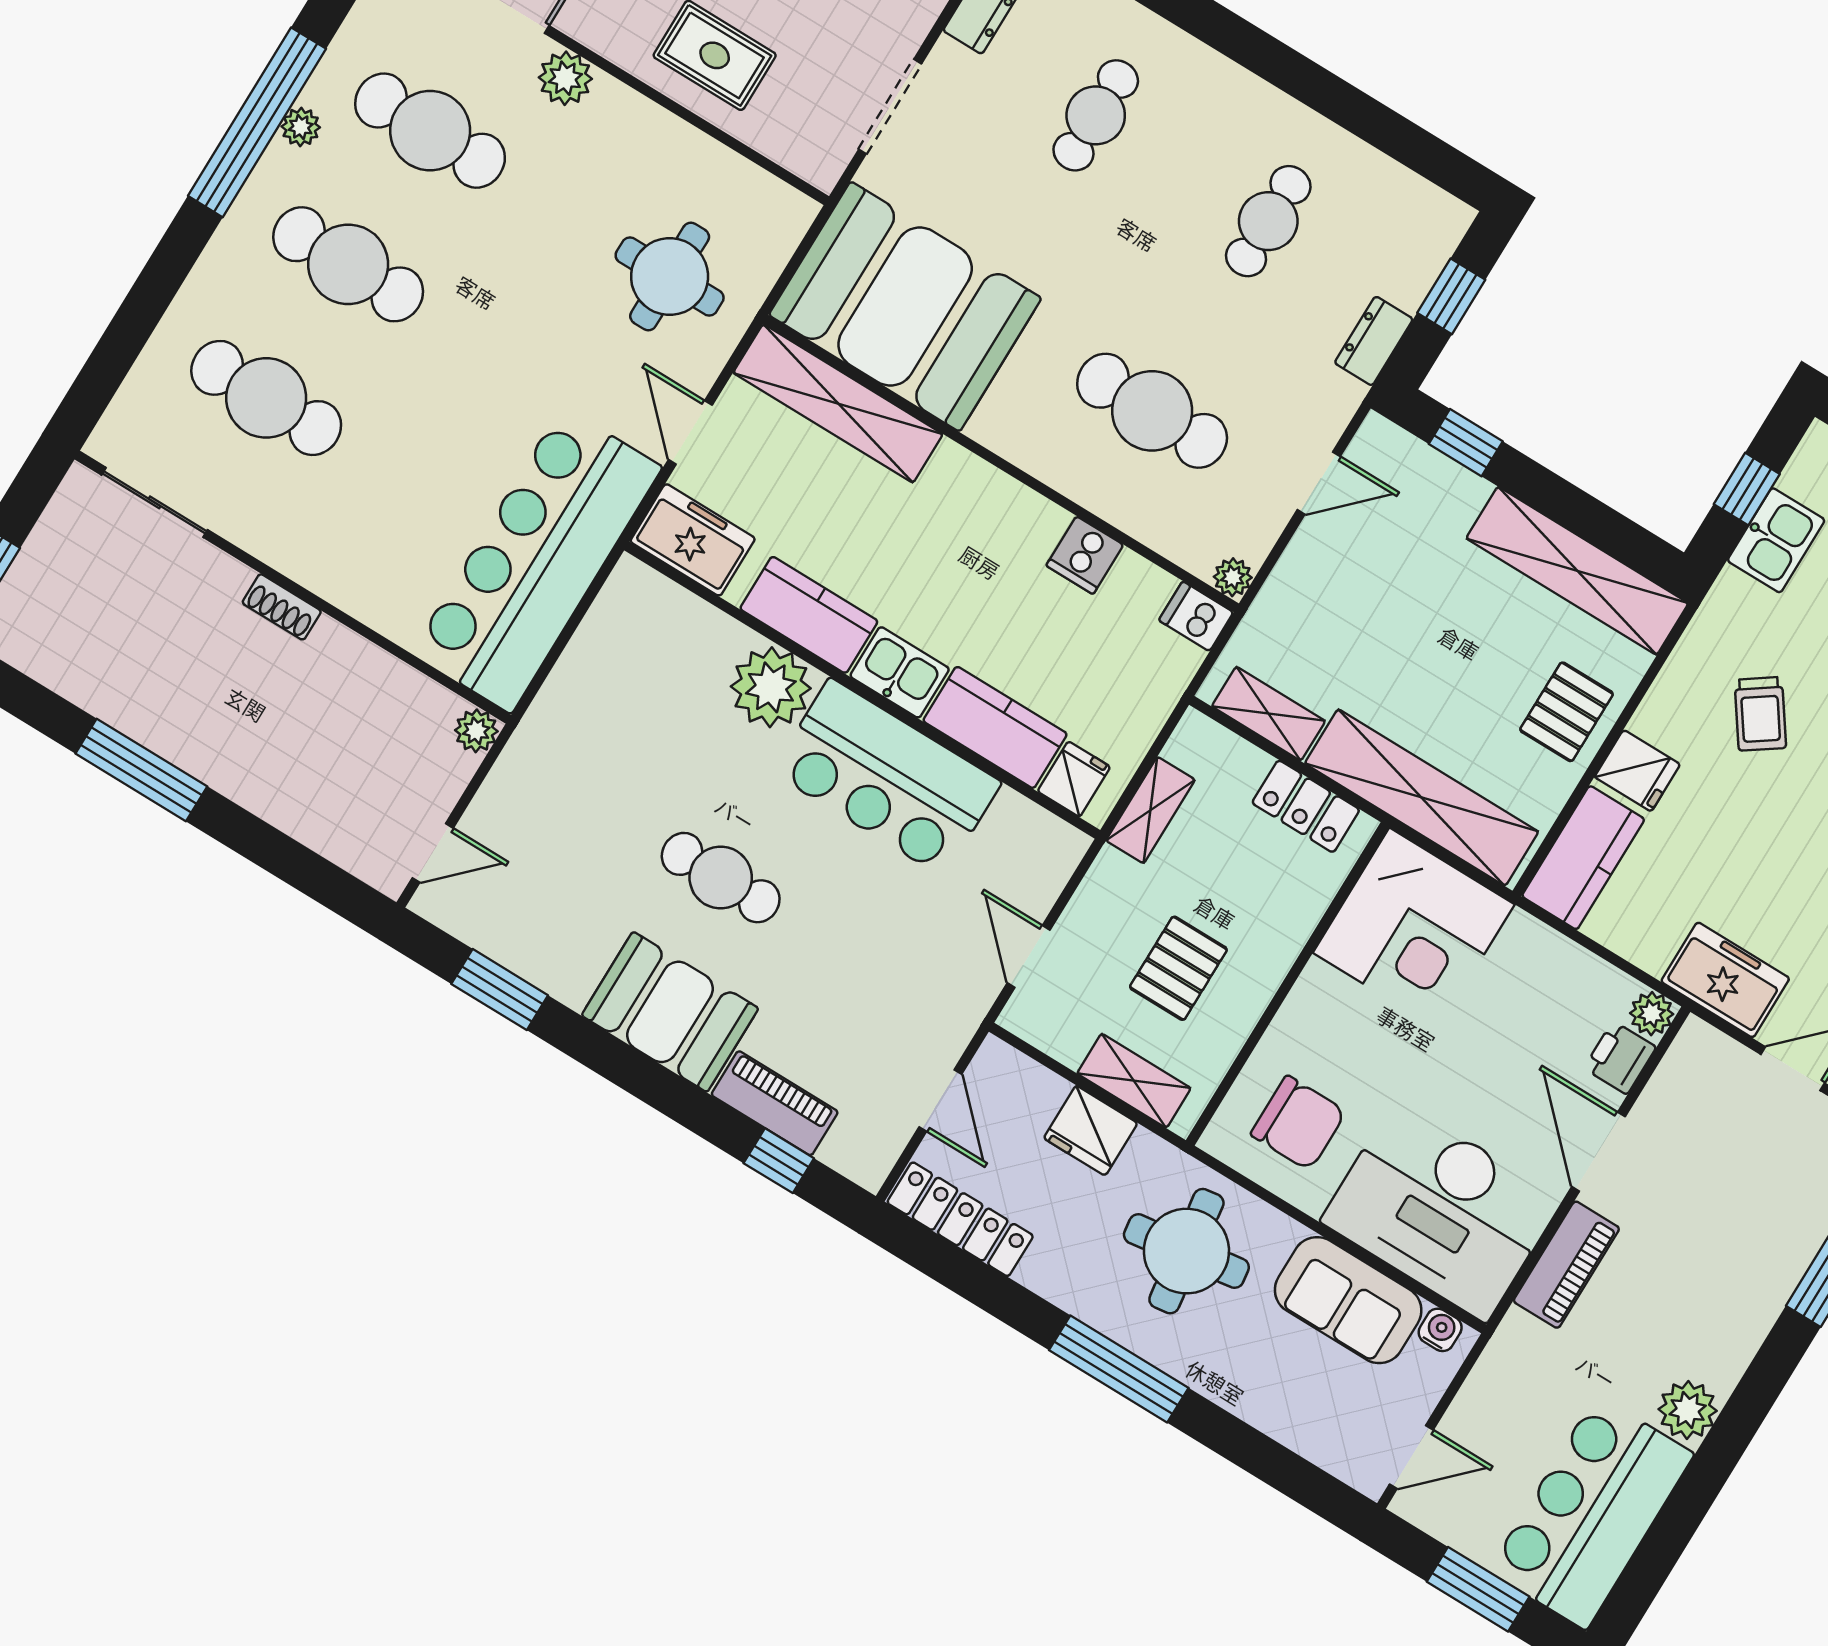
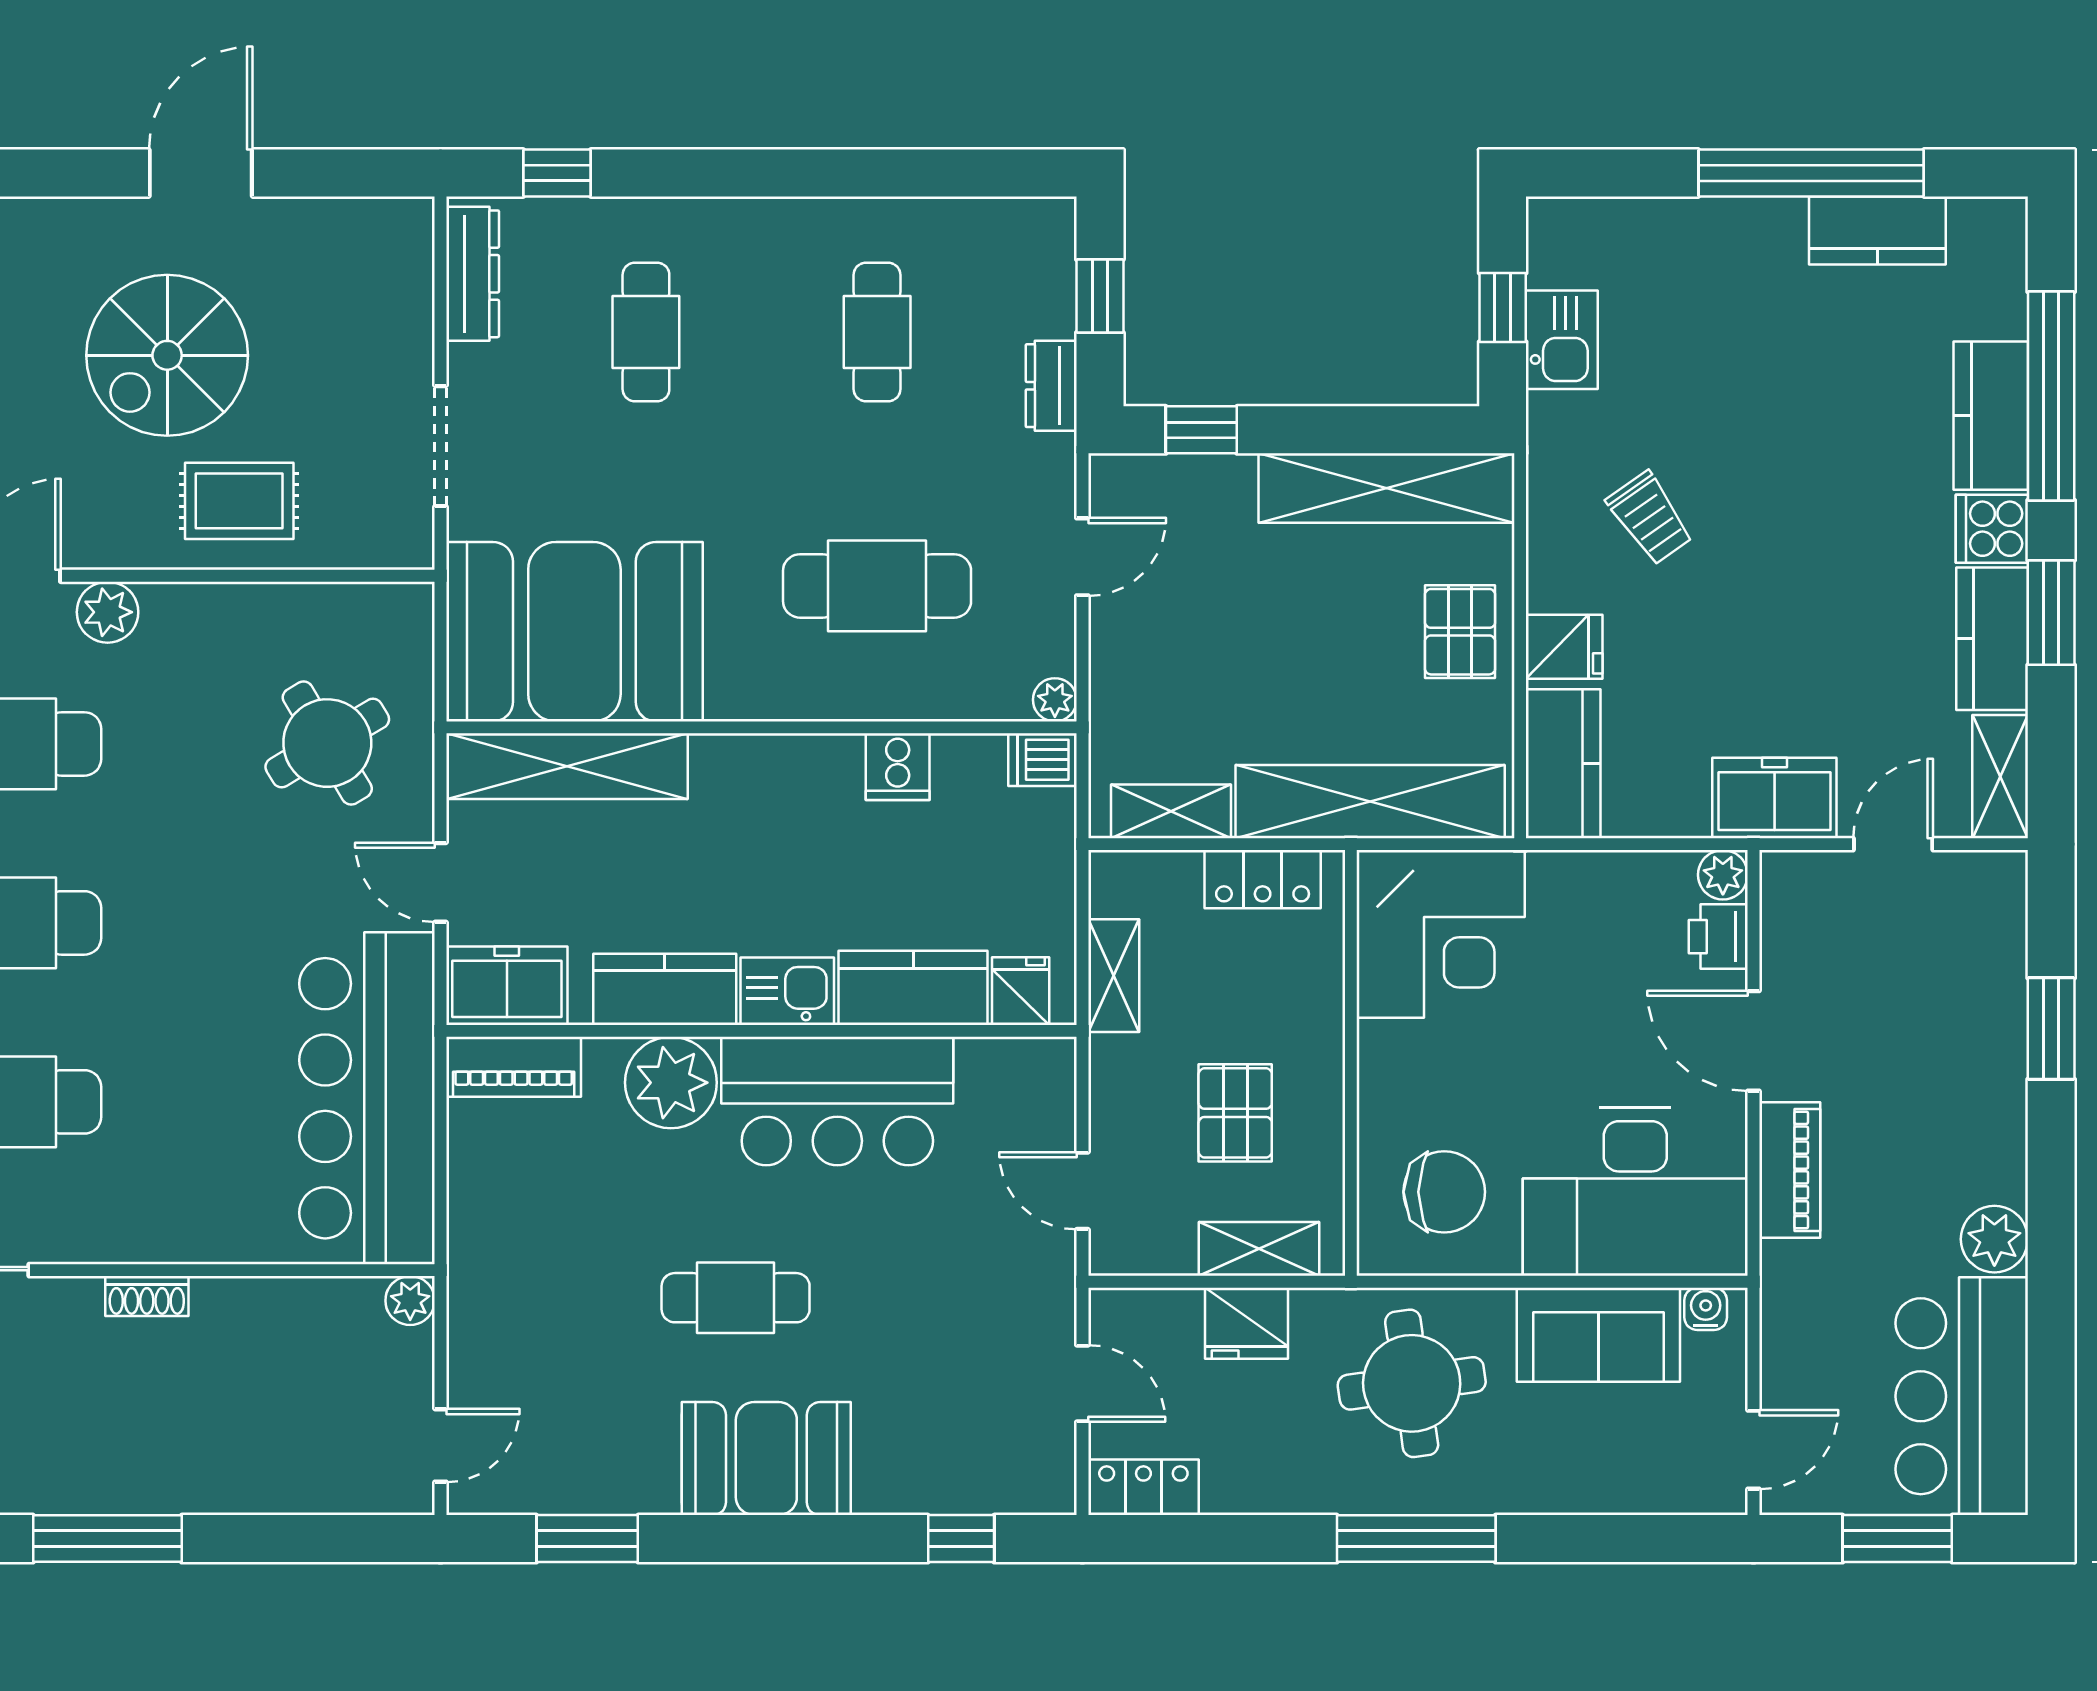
round table: (670, 277) -> (327, 743), turned -31
piano: (775, 1103) -> (514, 1067), moved, turned 180
locker: (960, 1219) -> (1143, 1487), width x0.66

